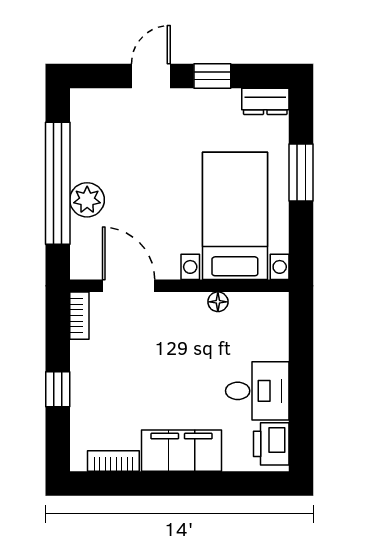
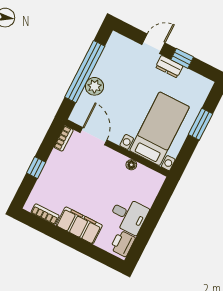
dresser: (265, 101) -> (169, 67), moved

